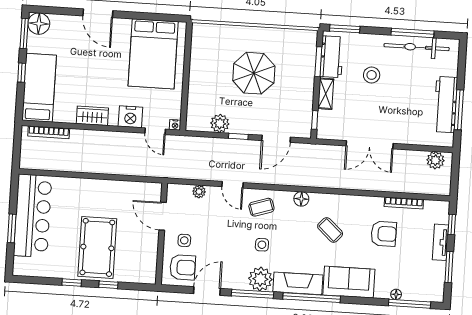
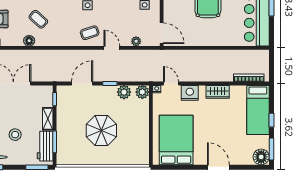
plant: (195, 122) -> (142, 92), added
floor lamp: (301, 199) -> (29, 41), moved
door: (163, 216) -> (162, 33), moved

